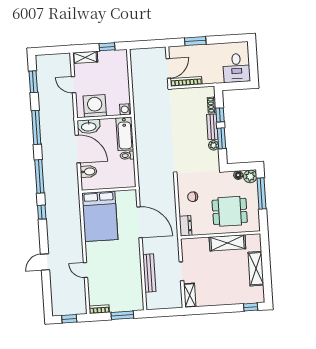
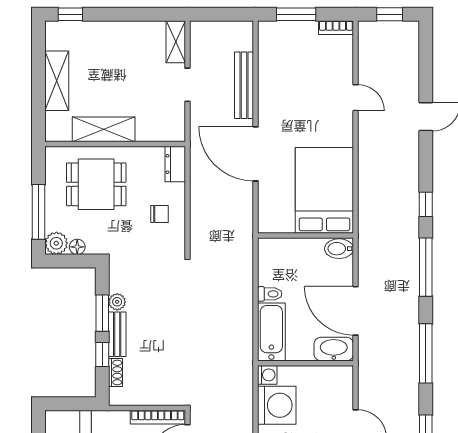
washing machine: (95, 106) -> (277, 405), moved, turned -90
bidet: (89, 171) -> (339, 249), moved
door: (139, 222) -> (256, 154), moved

